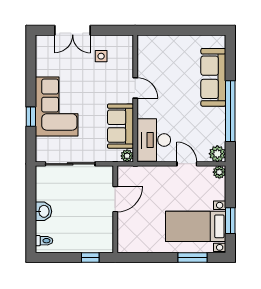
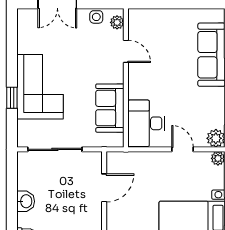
side table: (101, 56) -> (96, 17), moved
door: (135, 88) -> (126, 51), moved
plant: (127, 156) -> (117, 22), moved

